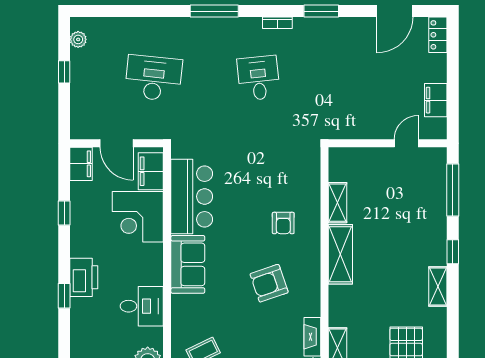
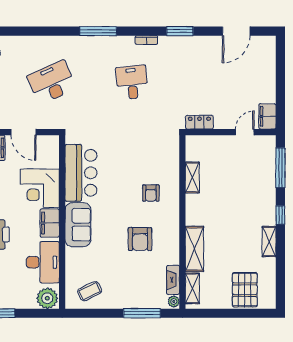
locker: (438, 35) -> (199, 122), moved, turned 90
desk: (154, 78) -> (52, 82), turned -30
filing cabinet: (436, 100) -> (267, 116), moved
filing cabinet: (151, 171) -> (50, 223), moved
shelving: (340, 254) -> (194, 249), moved
armchair: (269, 283) -> (140, 239), turned -71
desk: (142, 306) -> (43, 262), width x1.37

